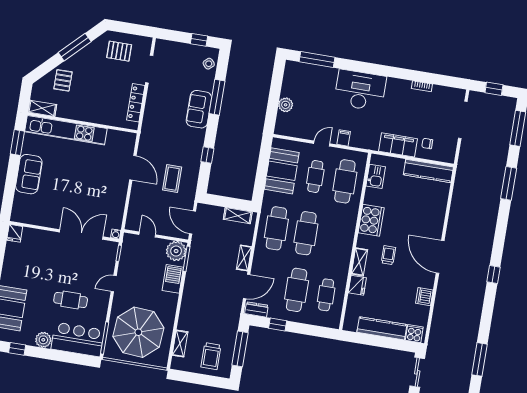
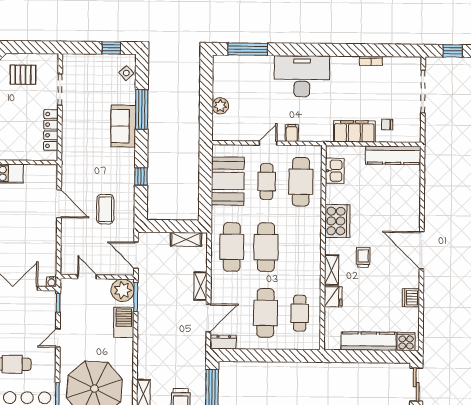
window: (278, 325) -> (250, 355), removed

